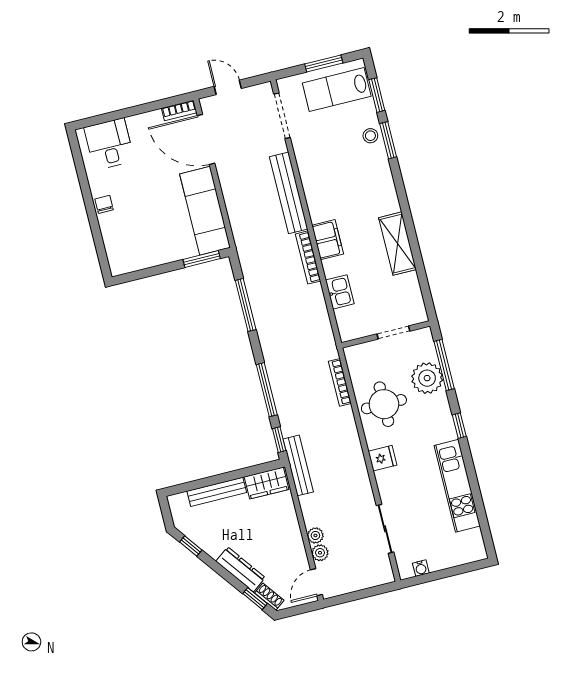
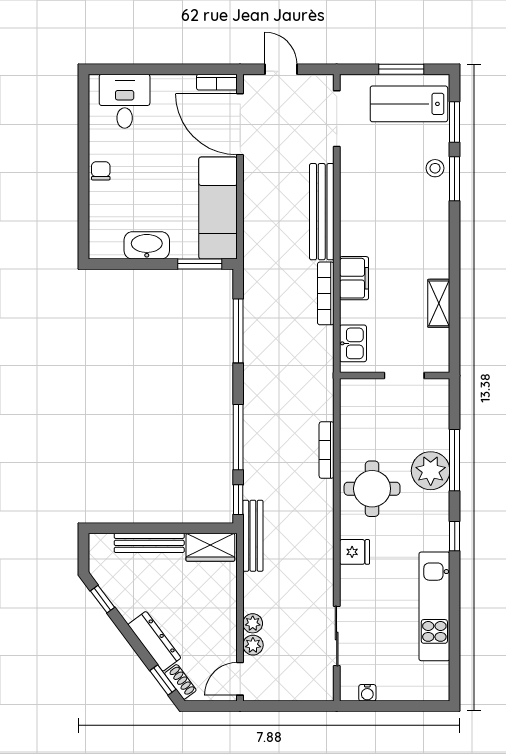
shelving: (397, 244) -> (439, 303), width x0.67, depth x0.75
washbasin: (156, 255) -> (147, 245), added
doorway: (393, 333) -> (404, 376), moved
wall: (386, 334) -> (395, 376), moved

